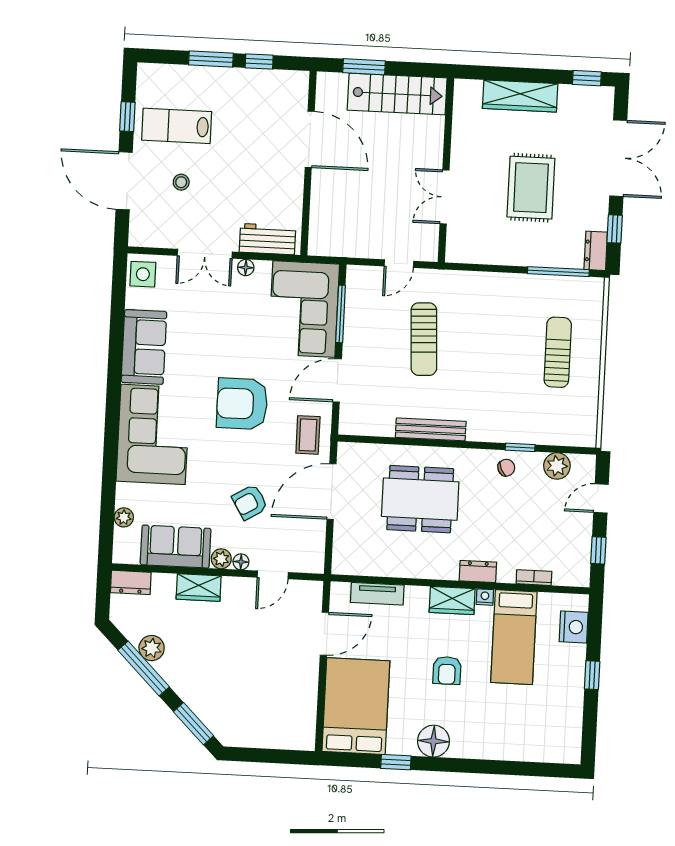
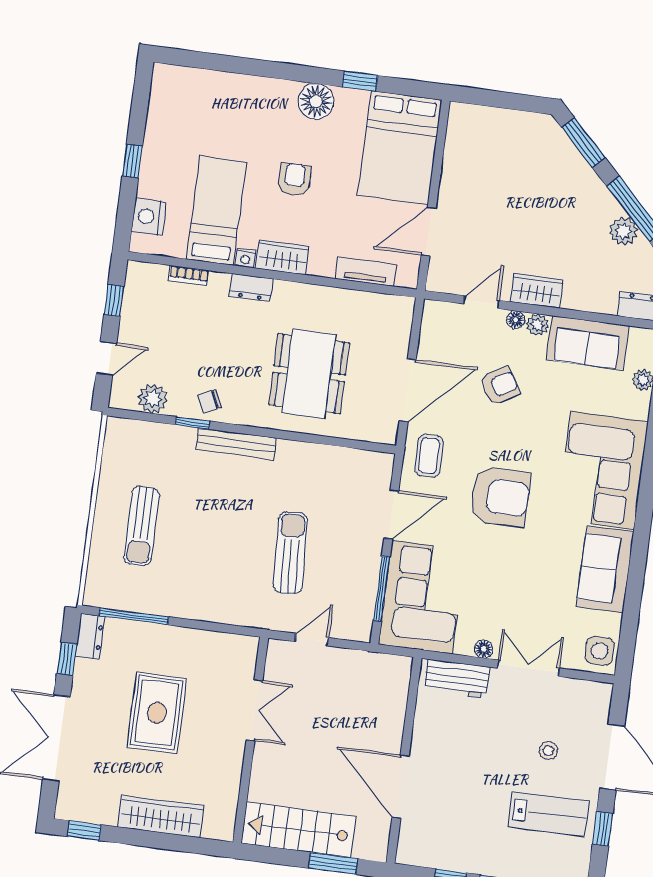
bench: (431, 429) -> (236, 444), moved
dining table: (420, 499) -> (309, 374), turned 90
wardrobe: (199, 587) -> (537, 291), moved

